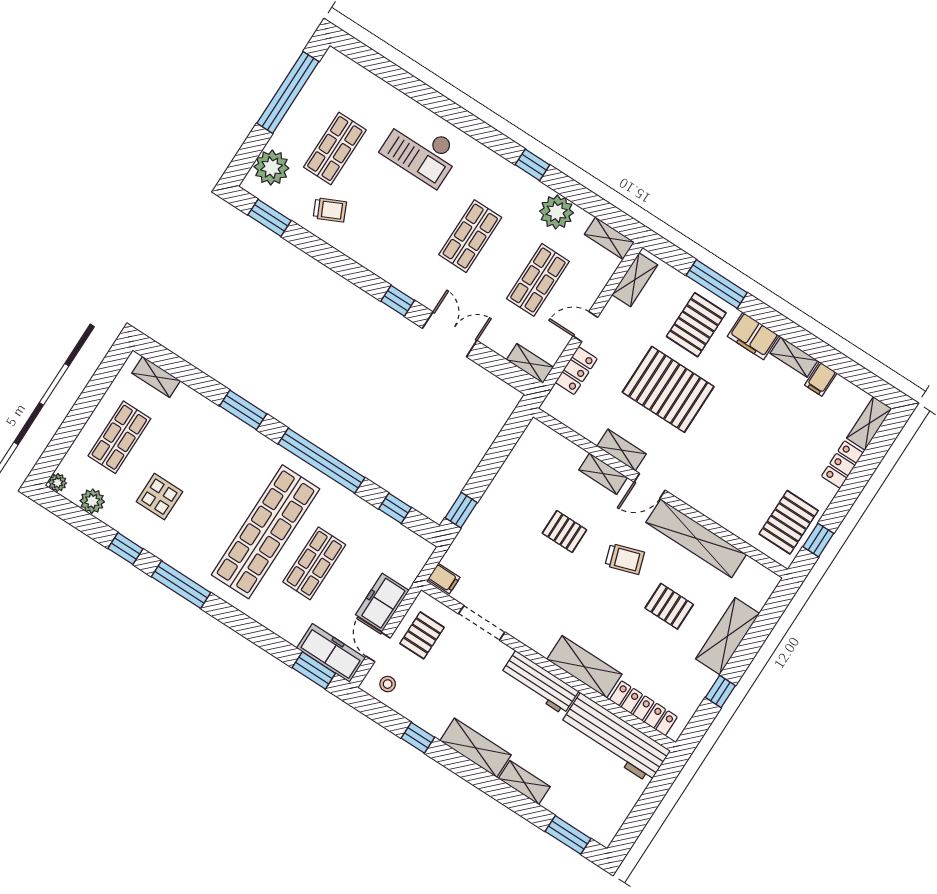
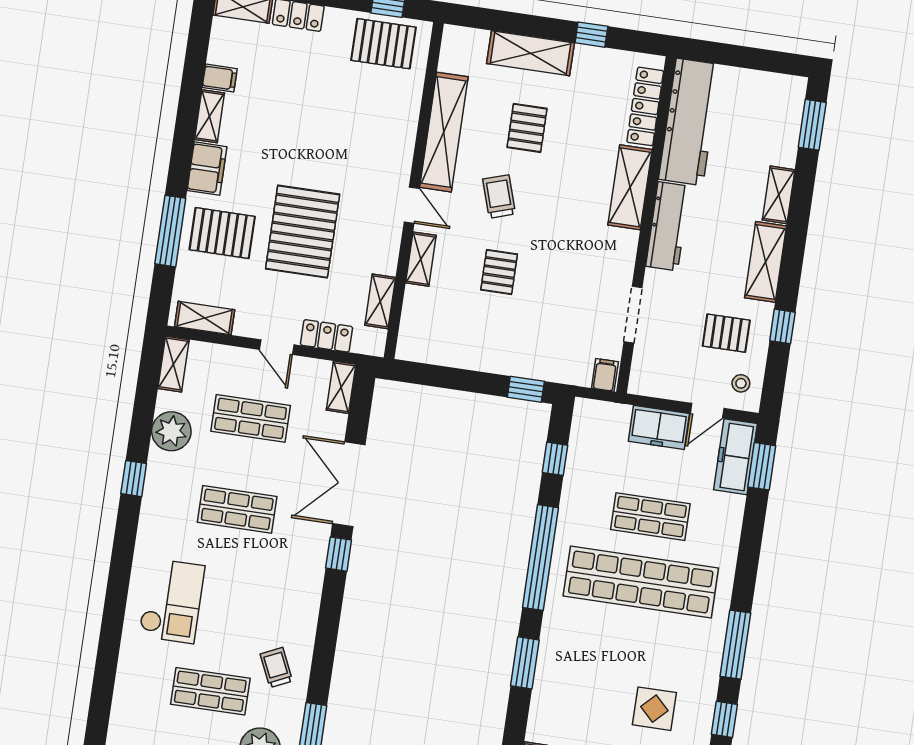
double door: (450, 334) -> (349, 484), width x1.37
shelving: (621, 450) -> (380, 301), moved
pallet: (422, 635) -> (726, 333), moved

